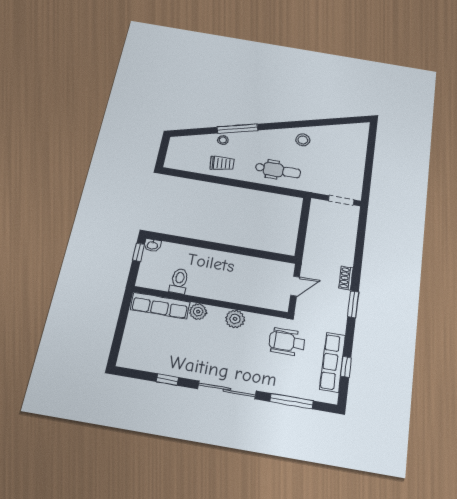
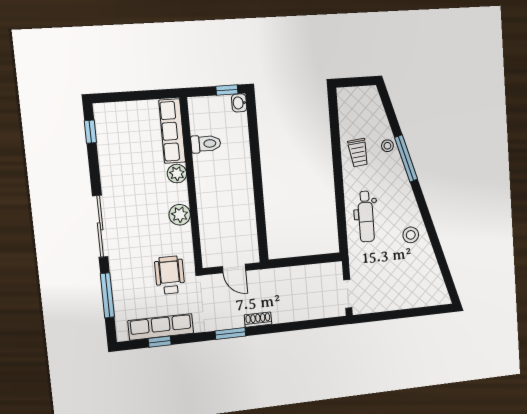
window: (167, 379) -> (90, 132), moved

